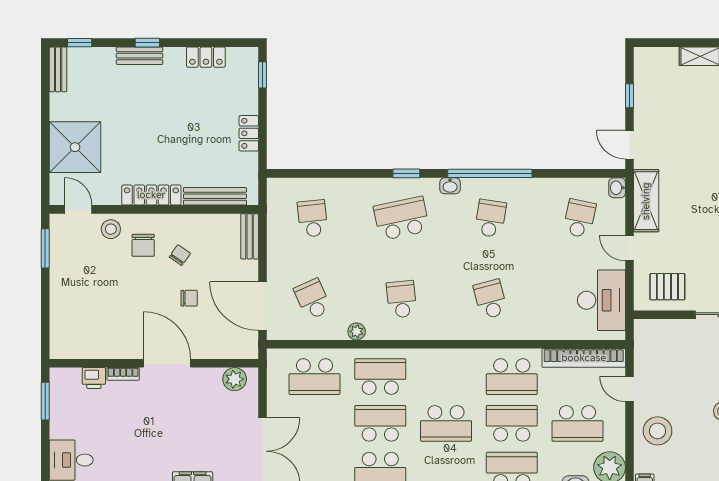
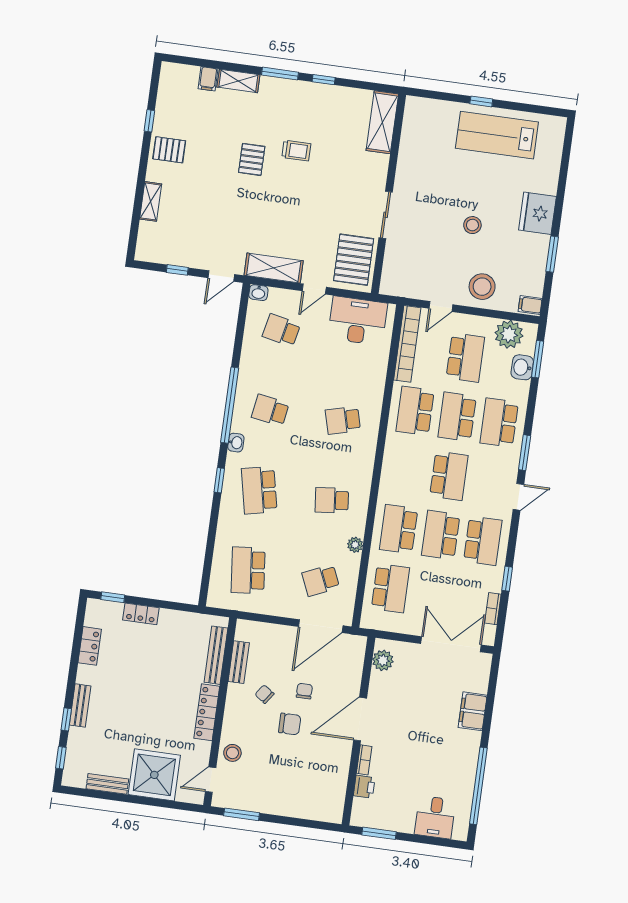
window: (147, 43) -> (66, 719), moved
bench: (58, 69) -> (107, 784), moved
locker: (249, 133) -> (141, 614), moved
school desk: (313, 218) -> (248, 570), width x1.85
bench: (250, 236) -> (239, 662), moved, turned 90
chair: (143, 245) -> (290, 724), moved
pallet: (667, 287) -> (354, 260), width x1.50, depth x1.42
school desk: (512, 377) -> (415, 411), turned 180

